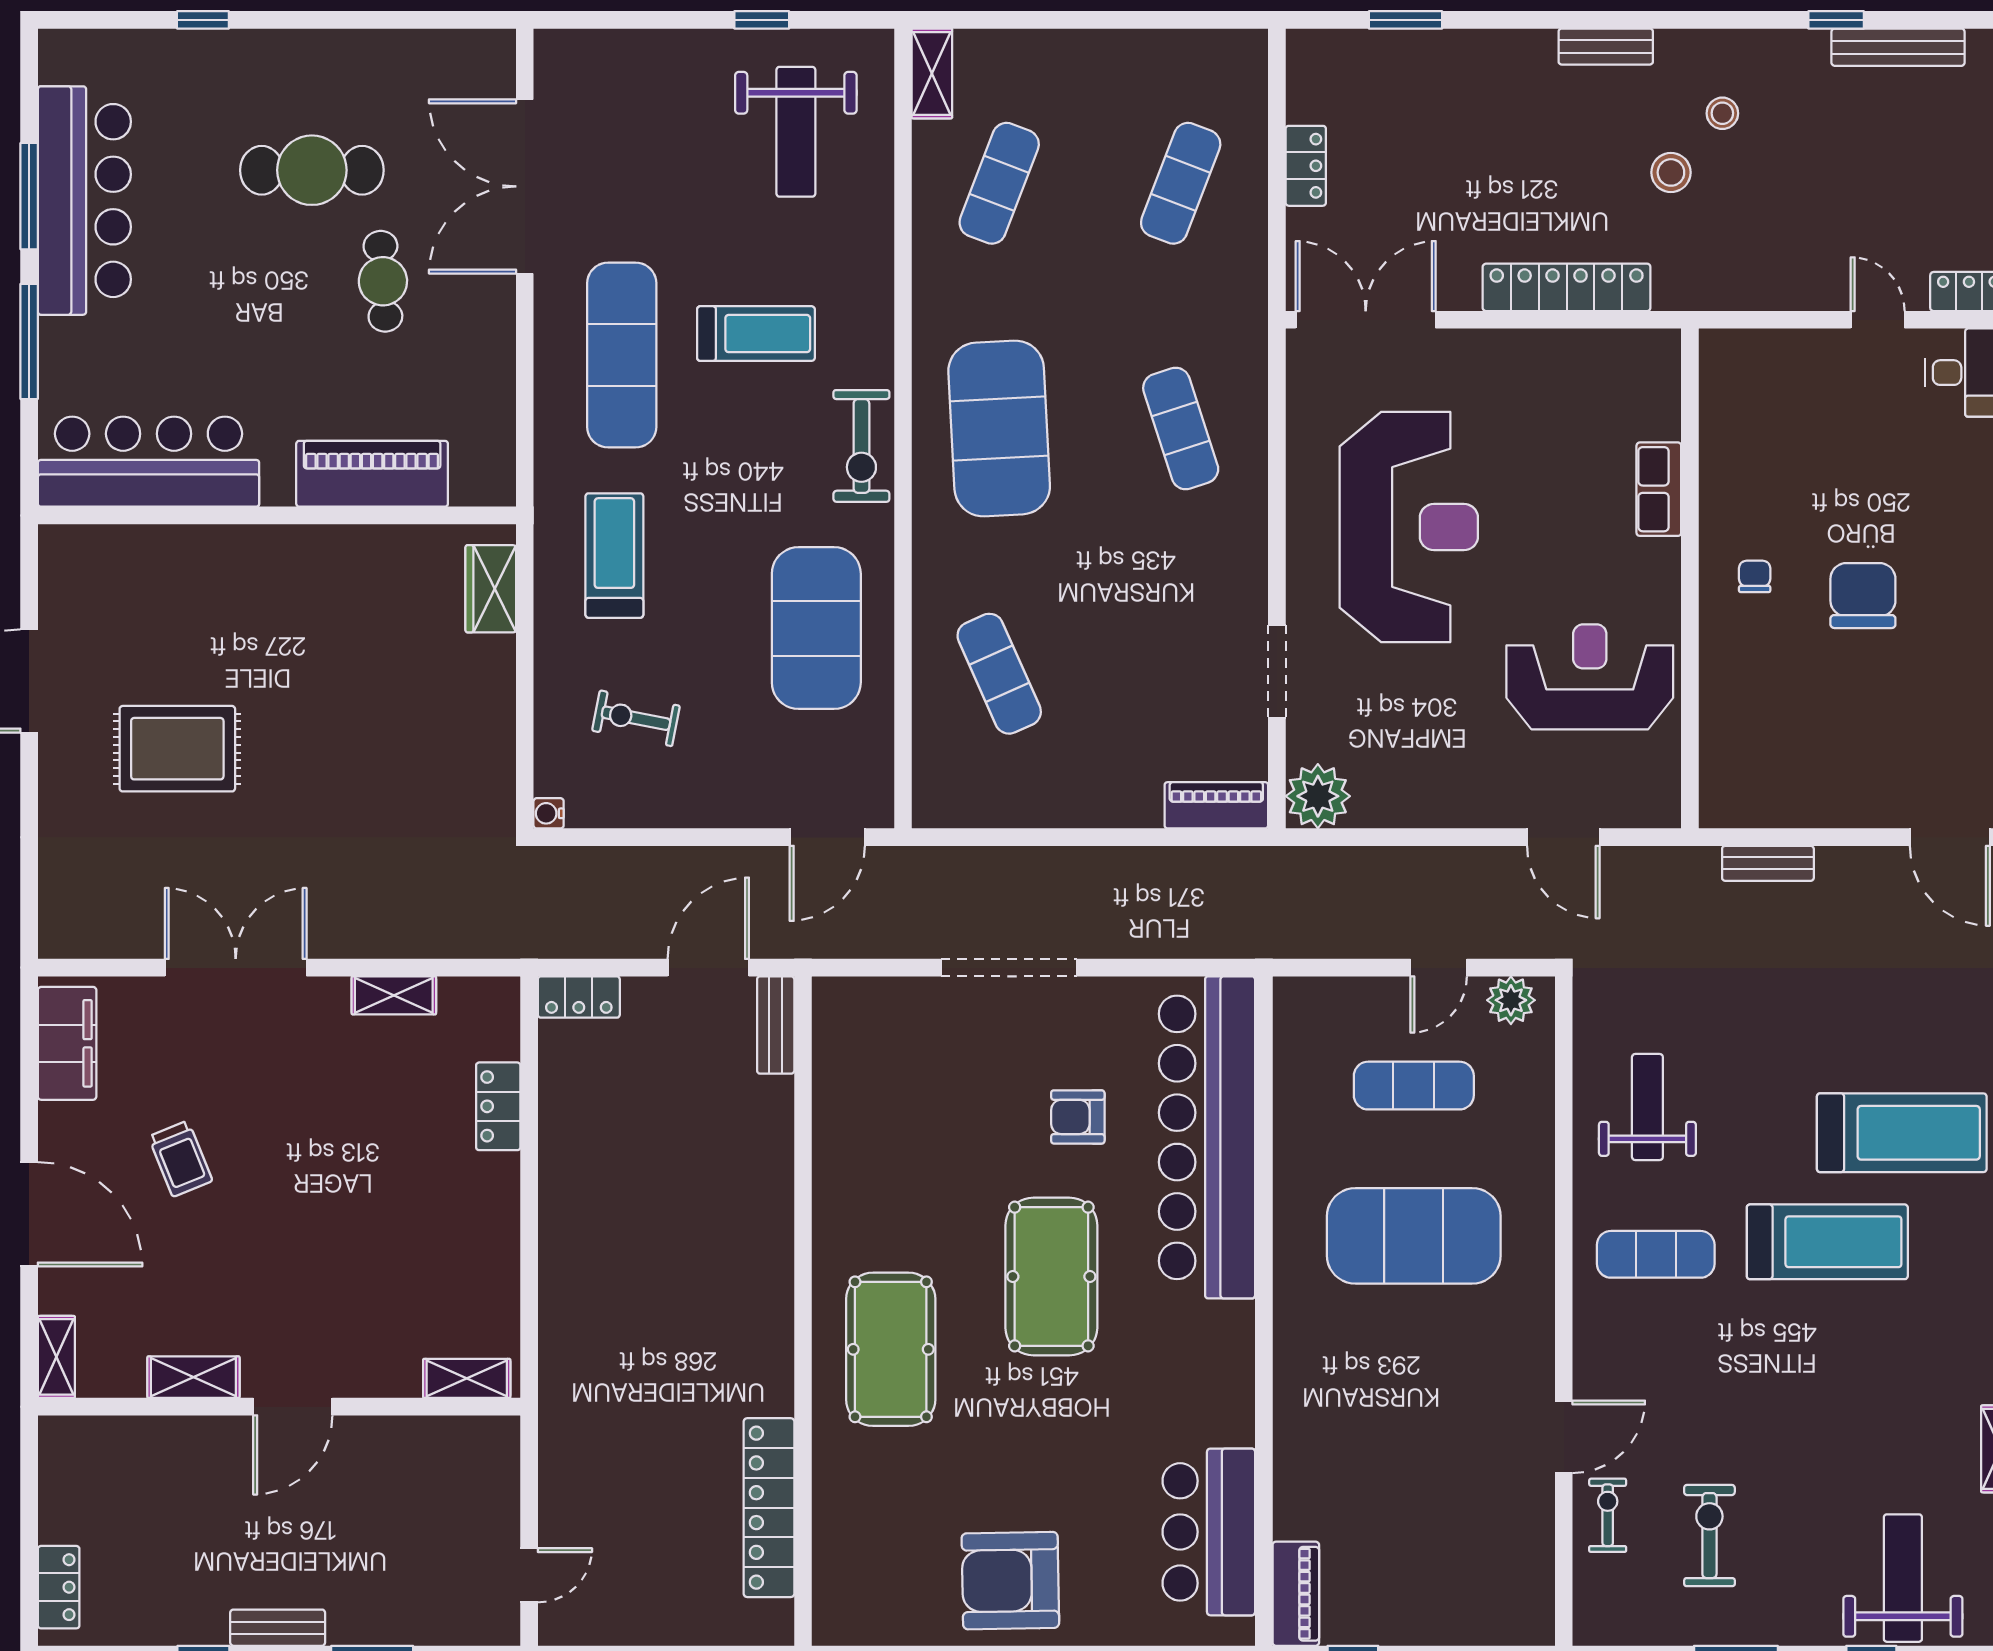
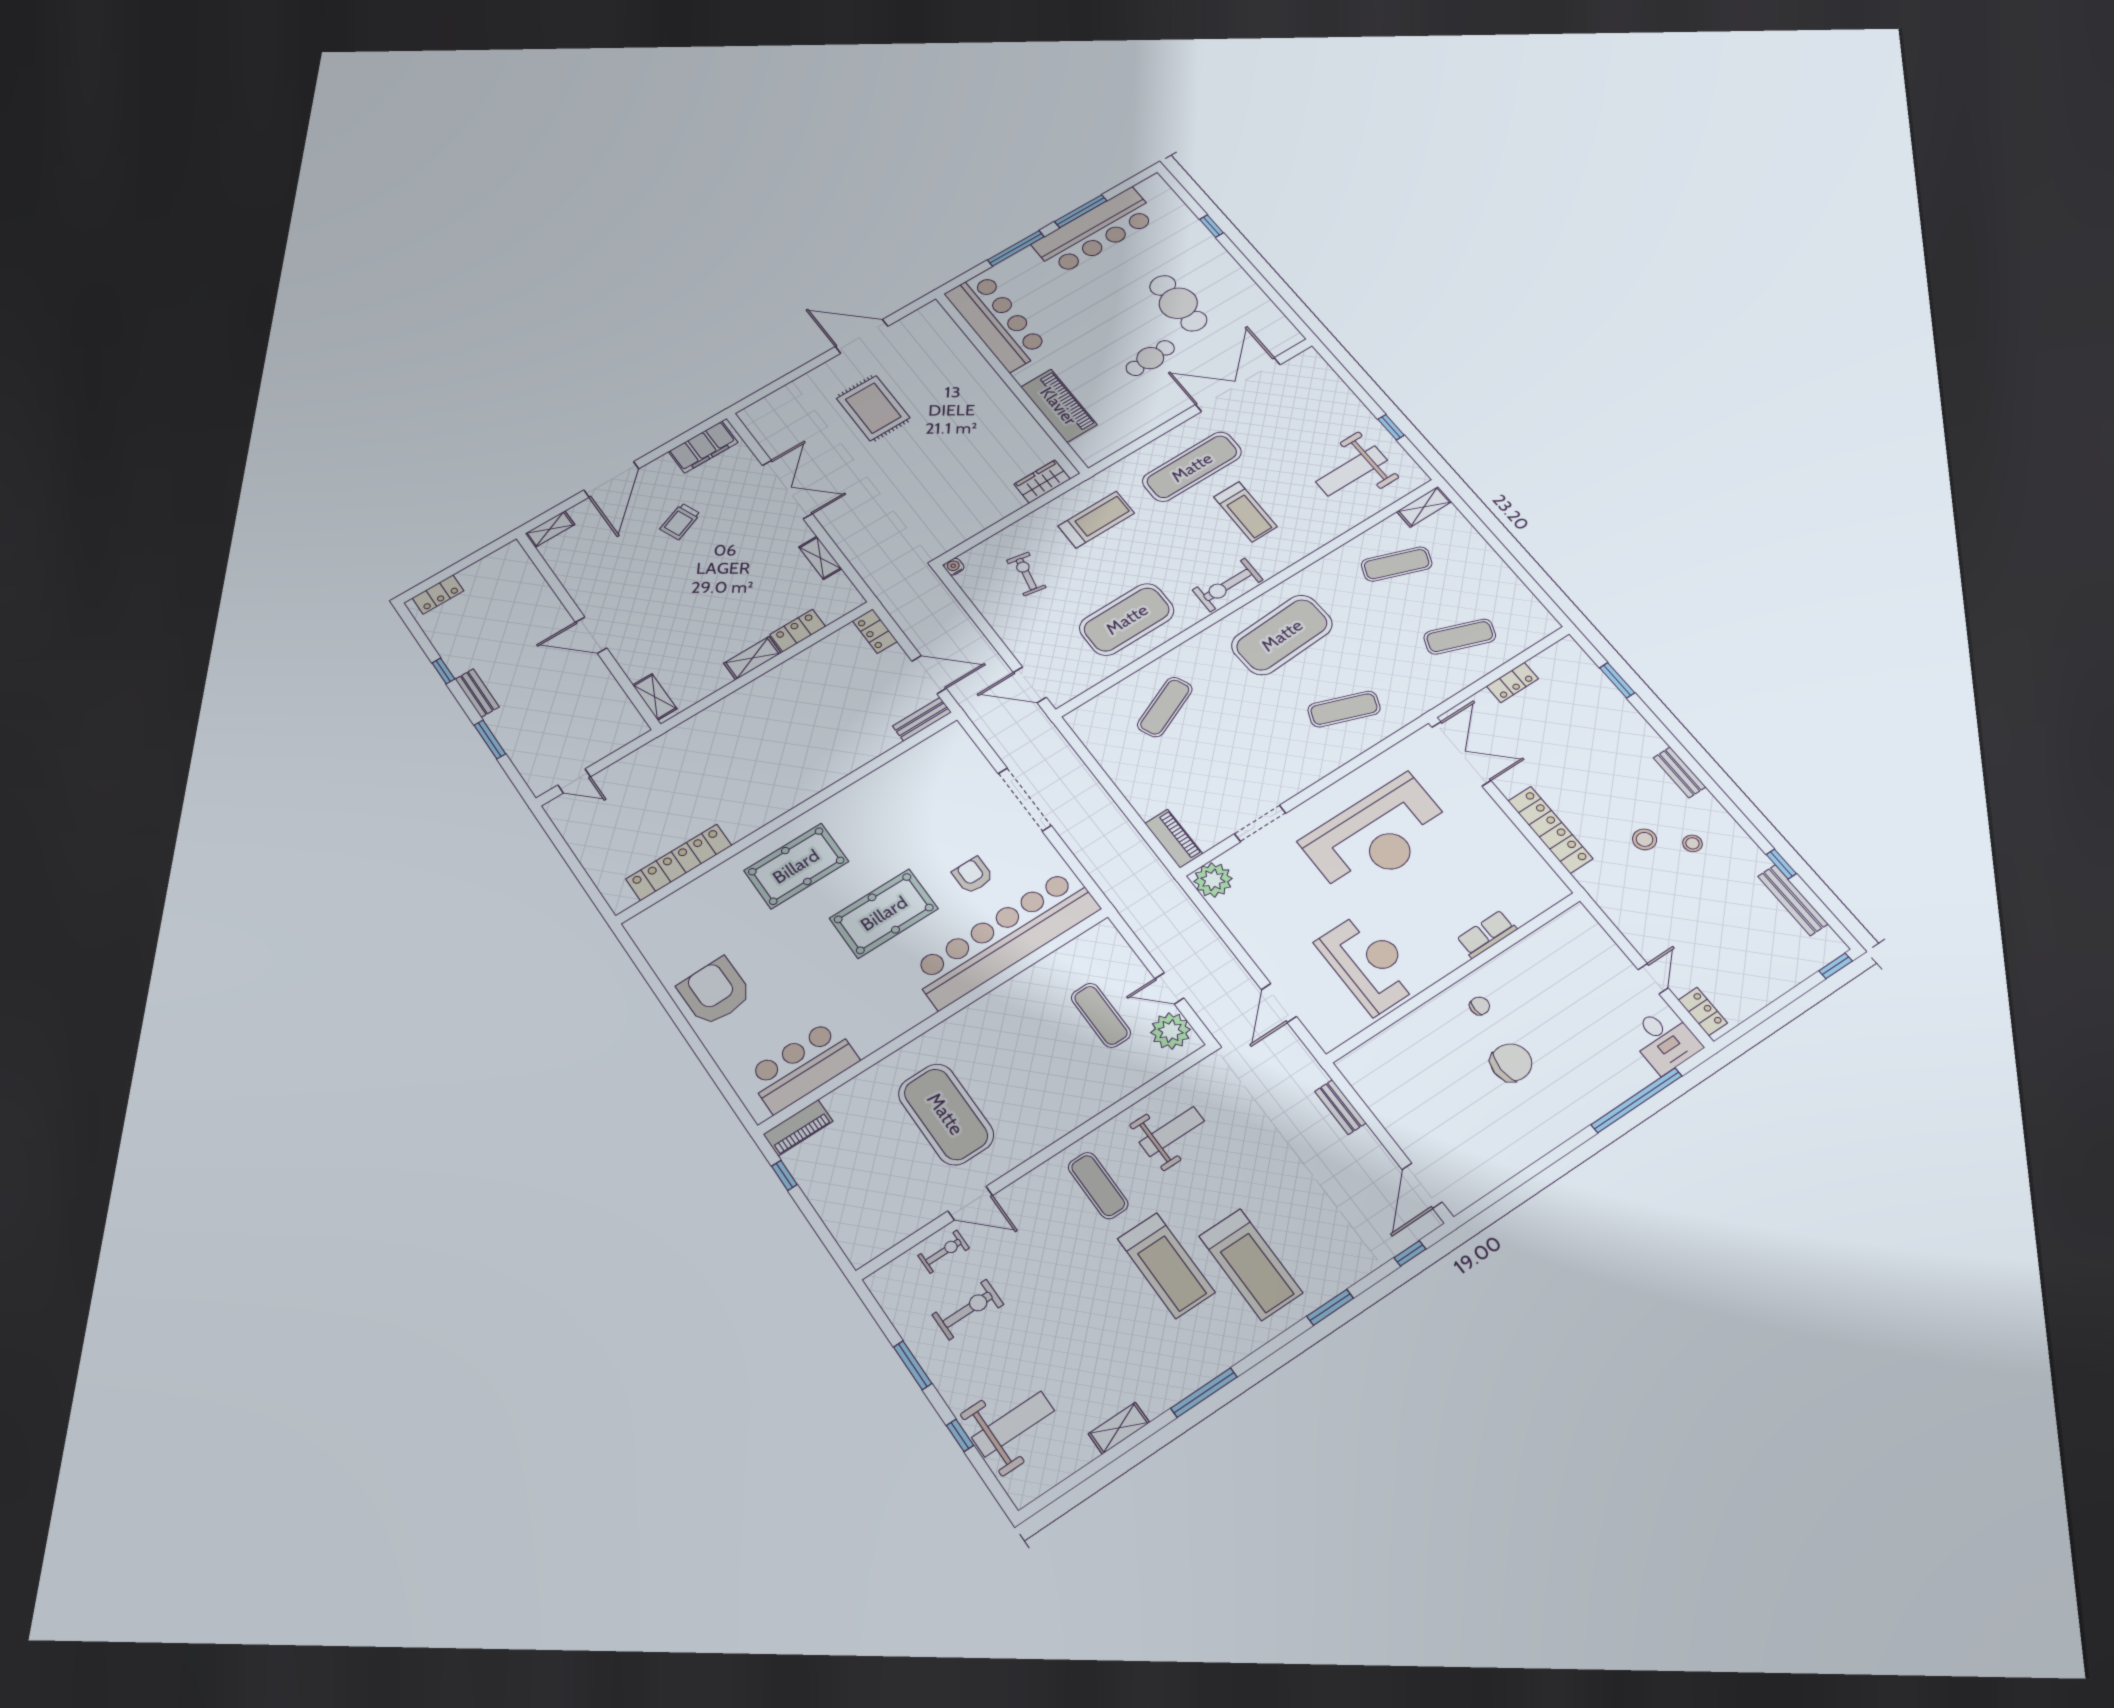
exercise mat: (1181, 428) -> (1344, 709), turned 39
plant: (1511, 1000) -> (1171, 1031), width x1.36, depth x1.36
exercise mat: (1414, 1236) -> (946, 1114), moved
shelving: (193, 1377) -> (752, 658), moved, turned 90

